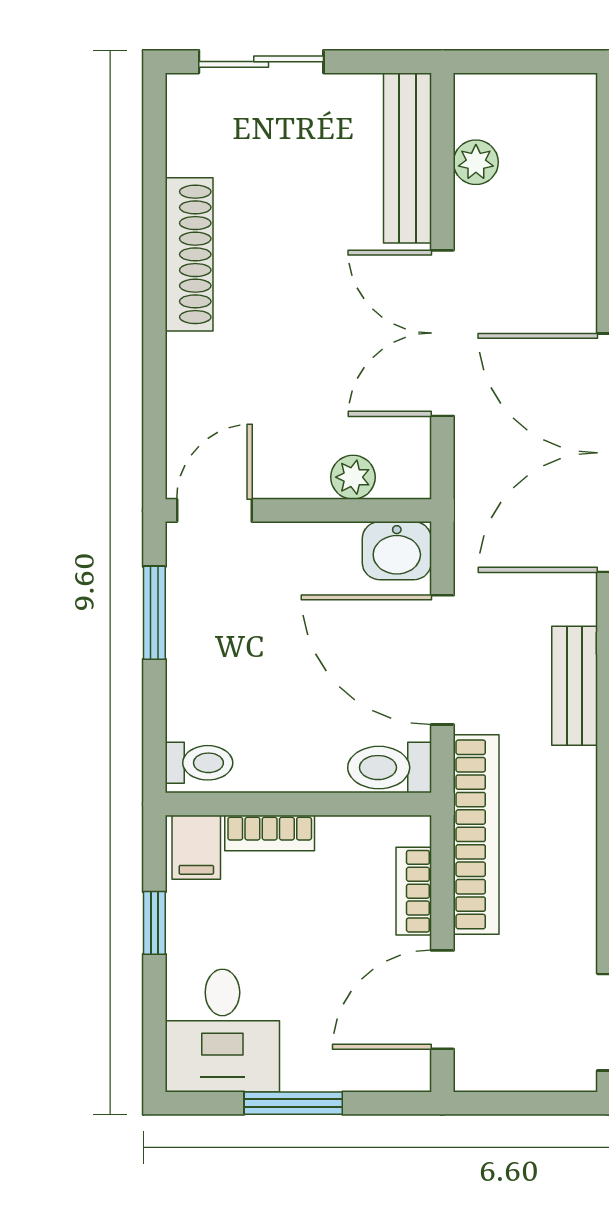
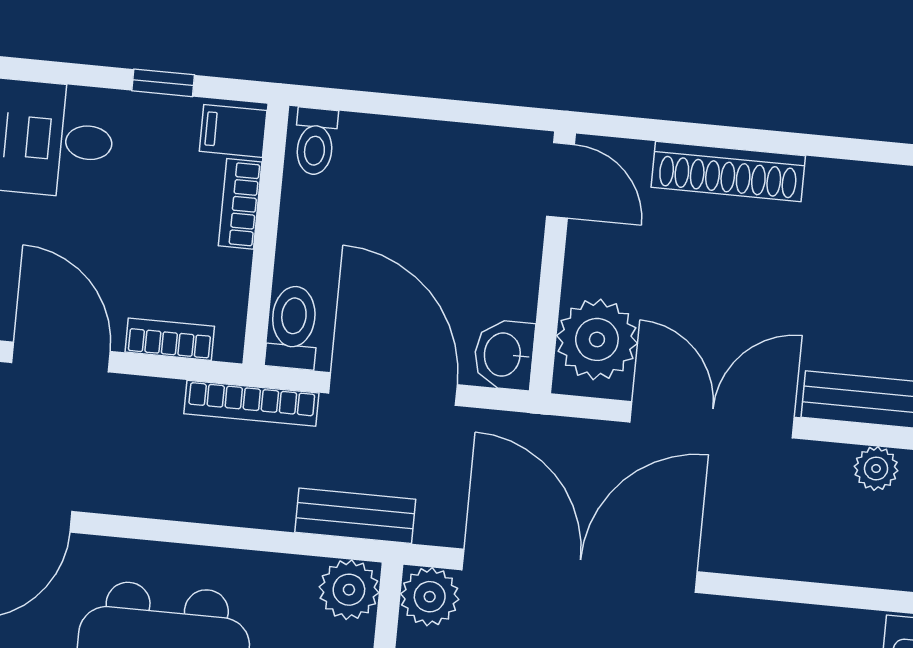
shoe rack: (189, 254) -> (728, 171), moved
plant: (353, 477) -> (597, 339), width x1.88, depth x1.88
window: (154, 613) -> (466, 112), removed
door: (442, 660) -> (393, 389), hinge flipped
bookcase: (476, 834) -> (251, 403), width x0.68, depth x0.76

